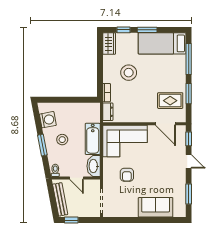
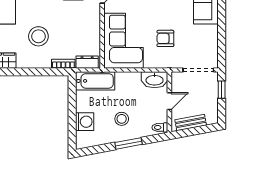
washing machine: (48, 120) -> (85, 122), moved, turned 101
bathtub: (93, 139) -> (95, 81), moved
armchair: (127, 175) -> (165, 38), turned 180
bench: (60, 199) -> (191, 122), width x0.73
window: (71, 220) -> (222, 90), moved

